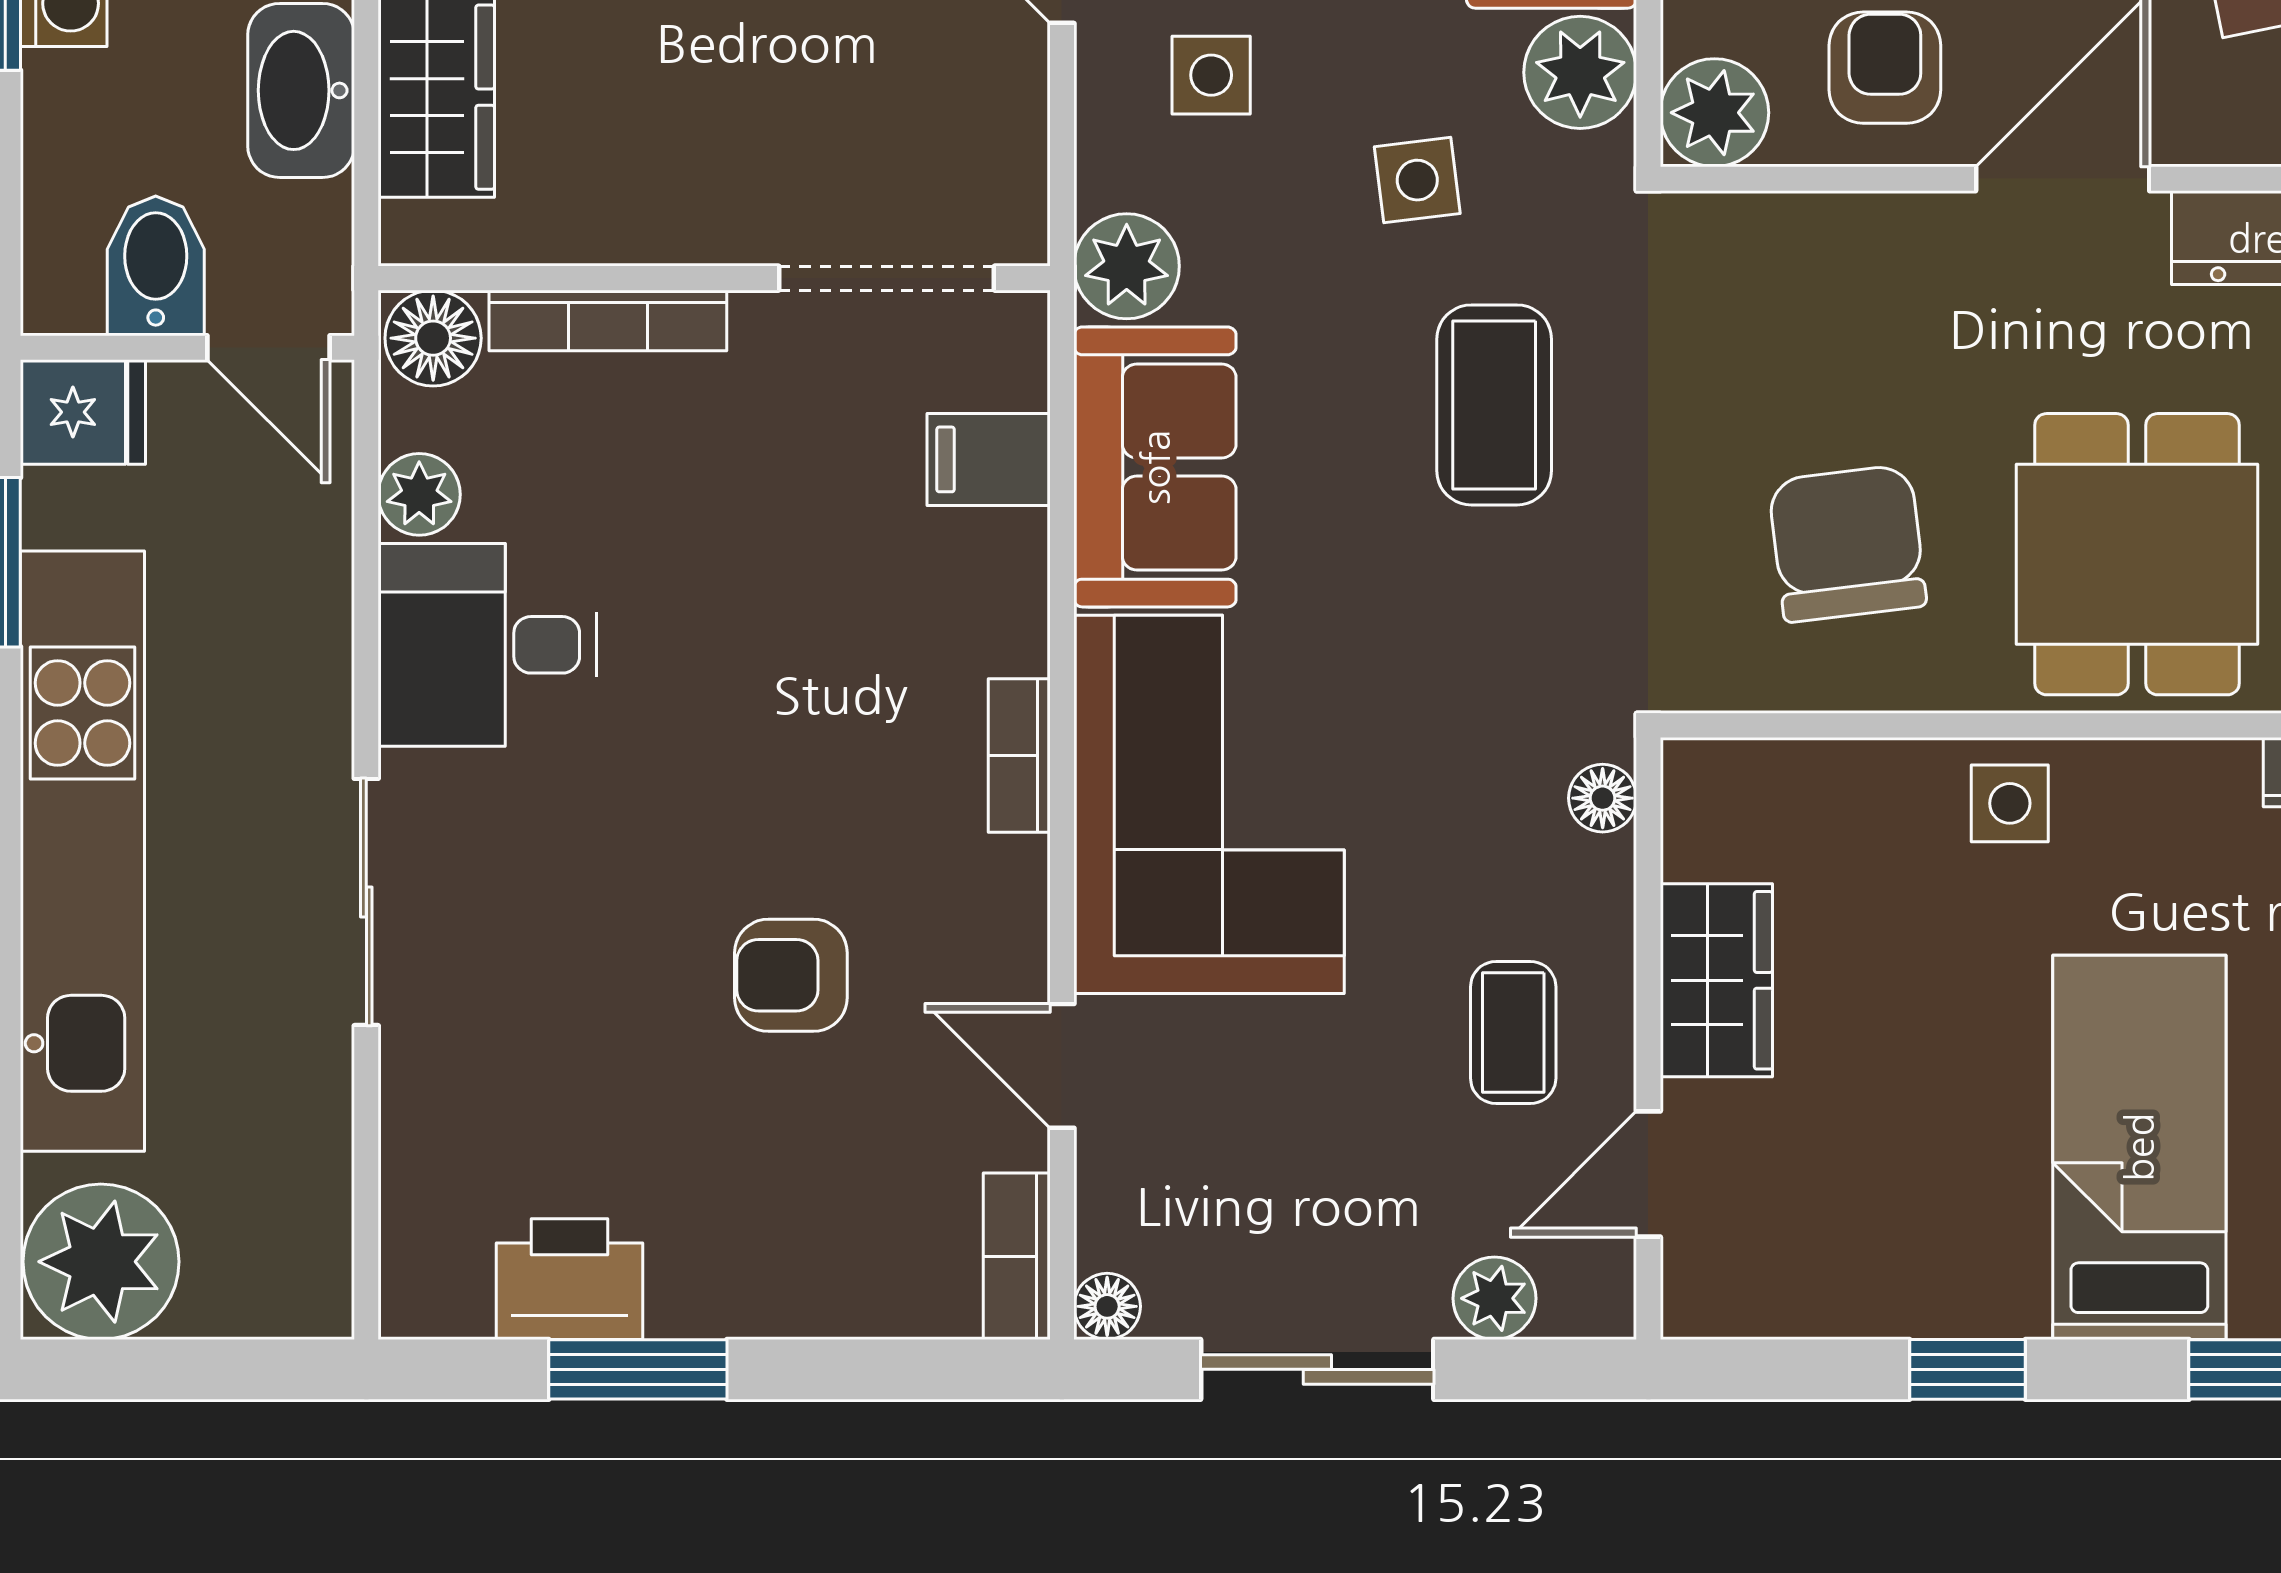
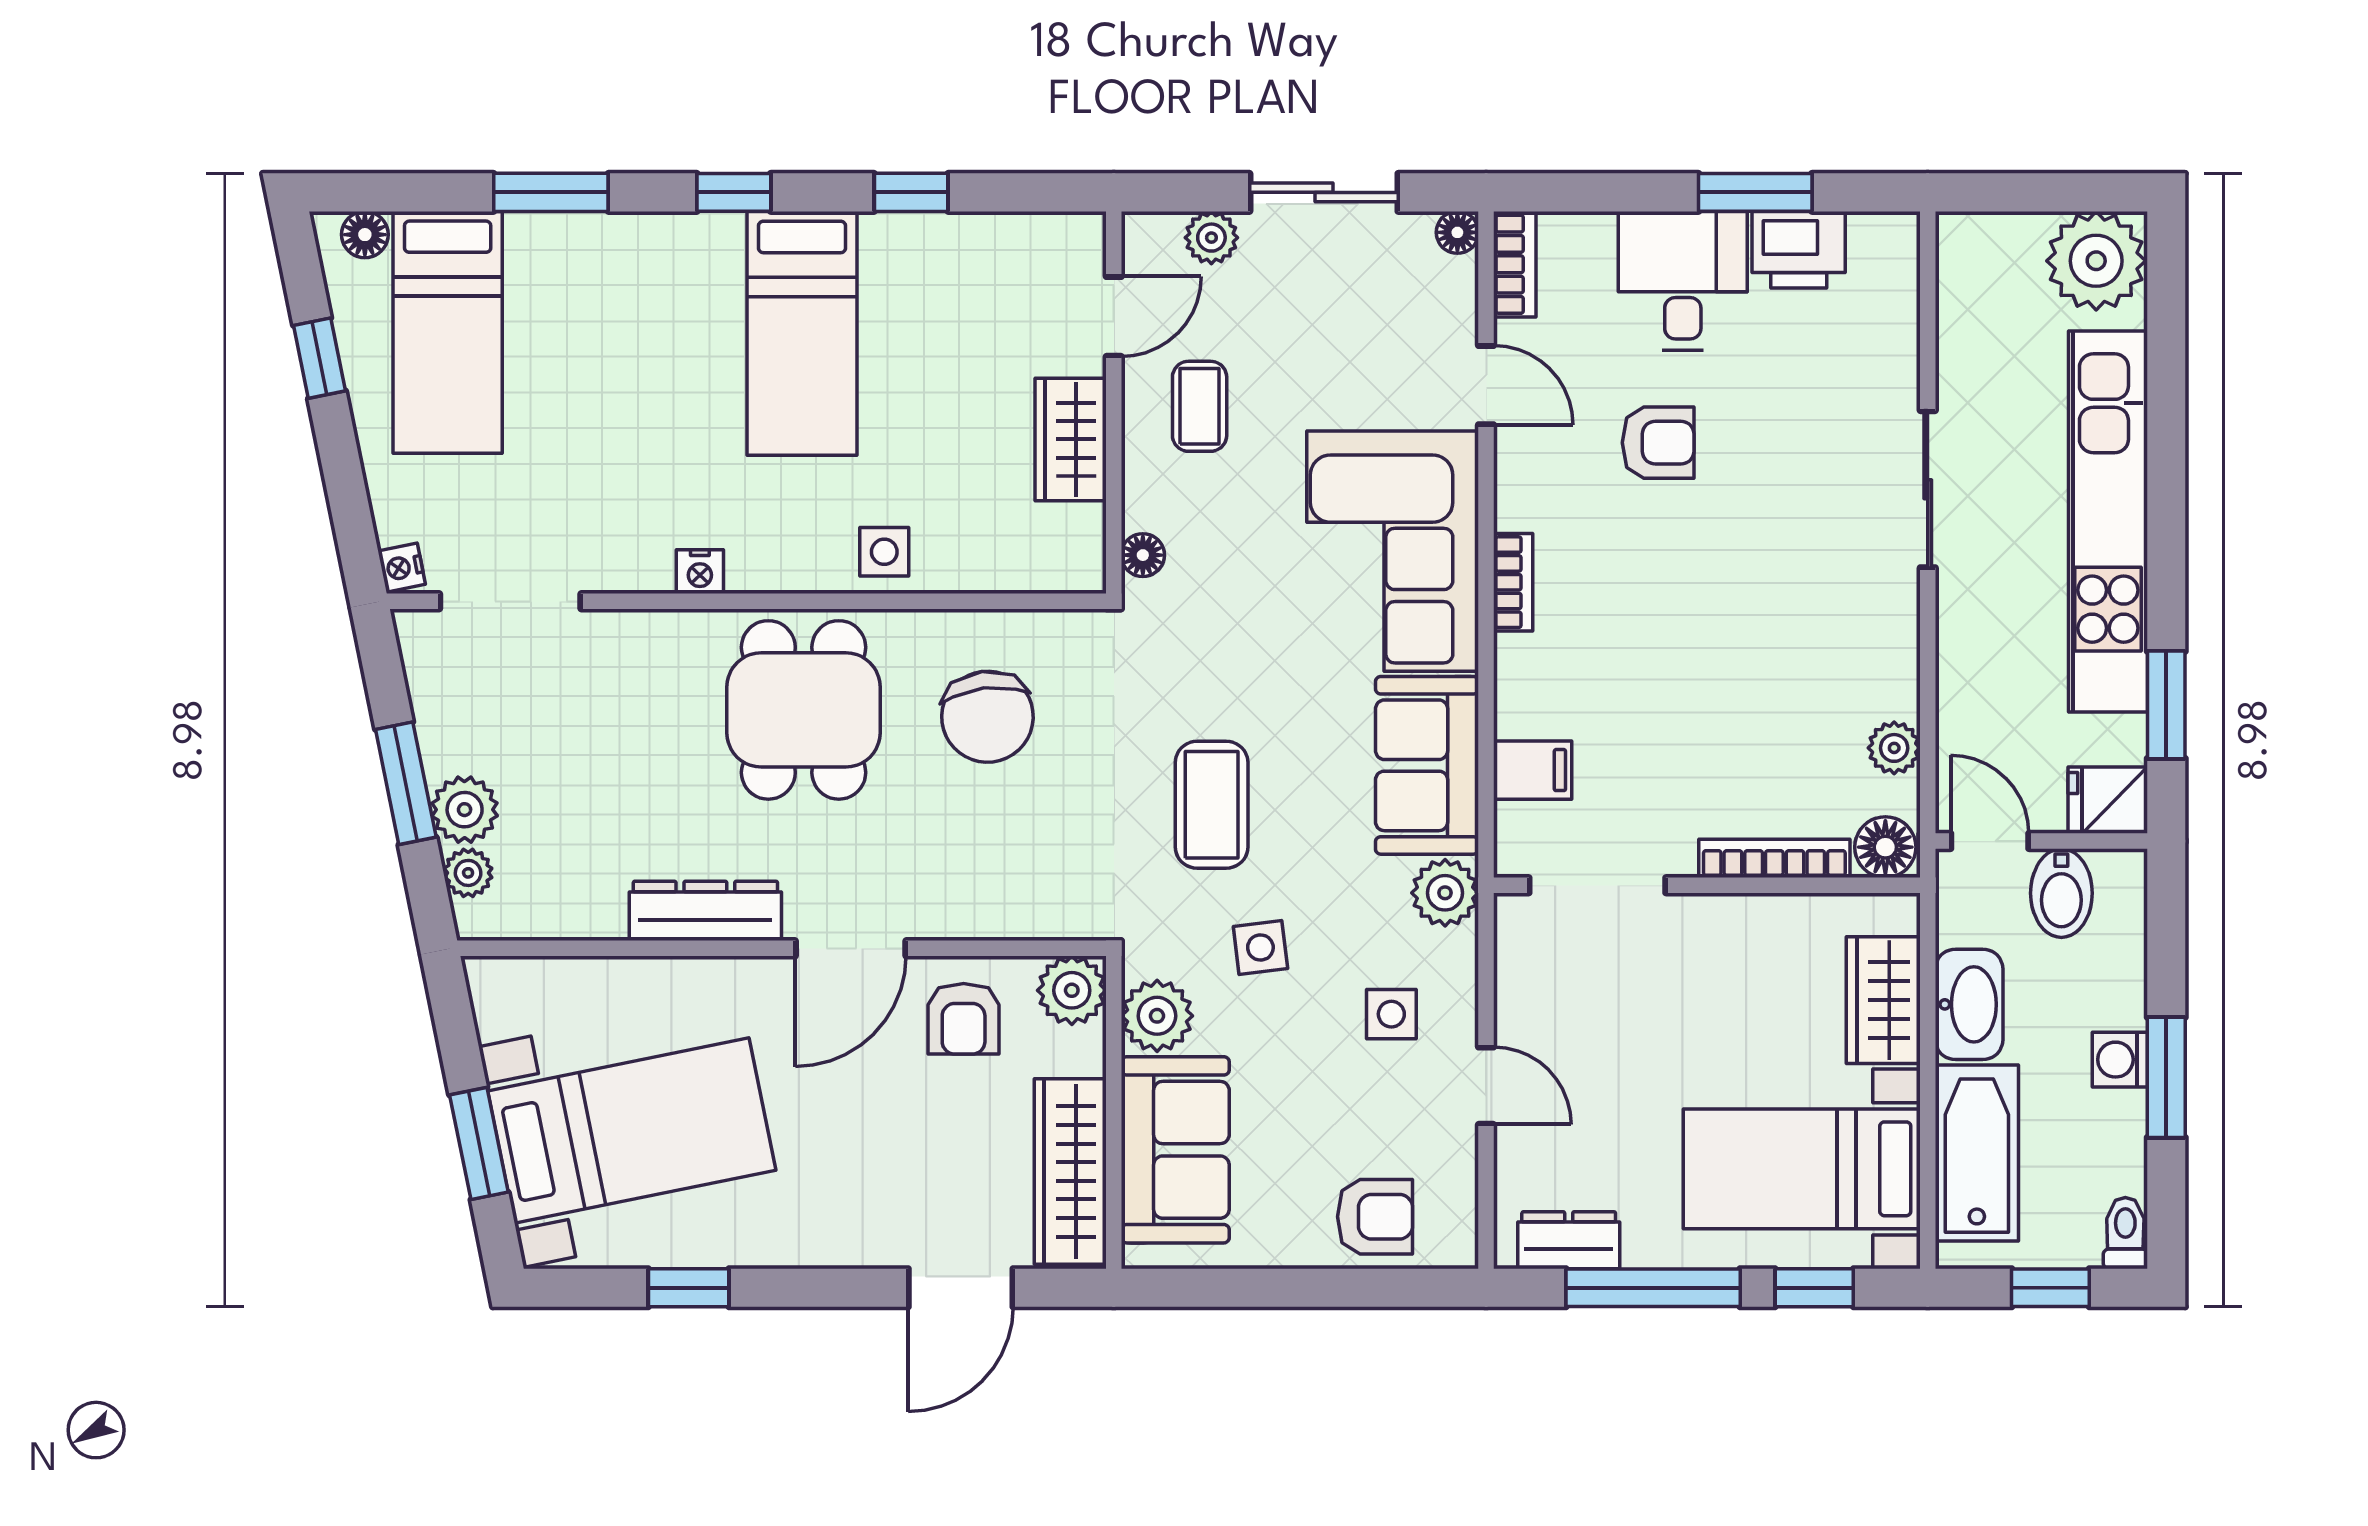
desk: (488, 645) -> (1683, 281), moved, turned -90

